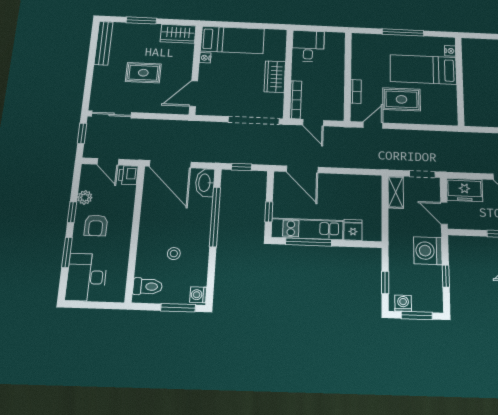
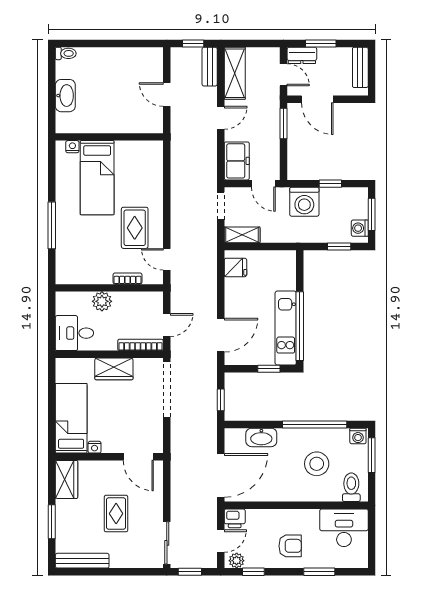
nightstand: (450, 51) -> (72, 147), moved
bed: (423, 69) -> (97, 178), moved
plant: (336, 70) -> (102, 301), added
wall: (460, 81) -> (109, 137), moved
washbasin: (205, 183) -> (261, 437), moved
plant: (85, 197) -> (237, 561), moved
window: (72, 212) -> (253, 572), moved
door: (444, 213) -> (263, 184), hinge flipped
window: (215, 217) -> (315, 424), moved
fridge: (353, 230) -> (235, 267), moved, turned 180
window: (309, 242) -> (300, 326), width x1.46
stool: (174, 254) -> (317, 464), width x1.89, depth x1.89
desk: (86, 277) -> (344, 528), moved, turned 180

